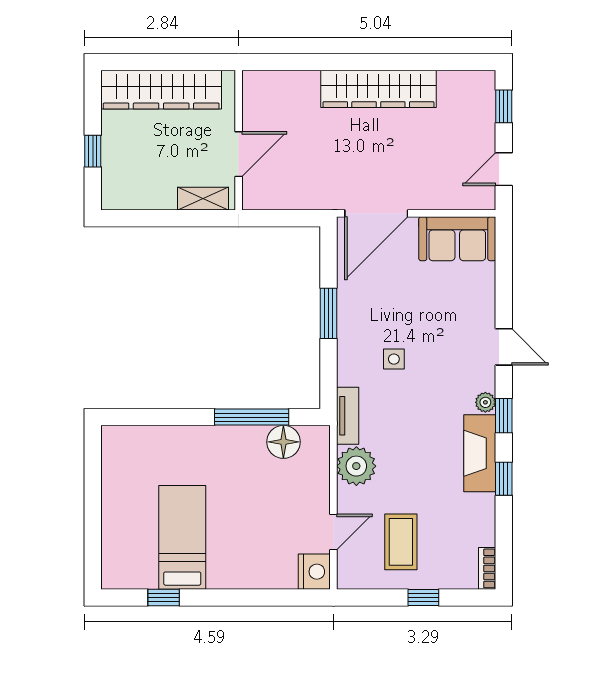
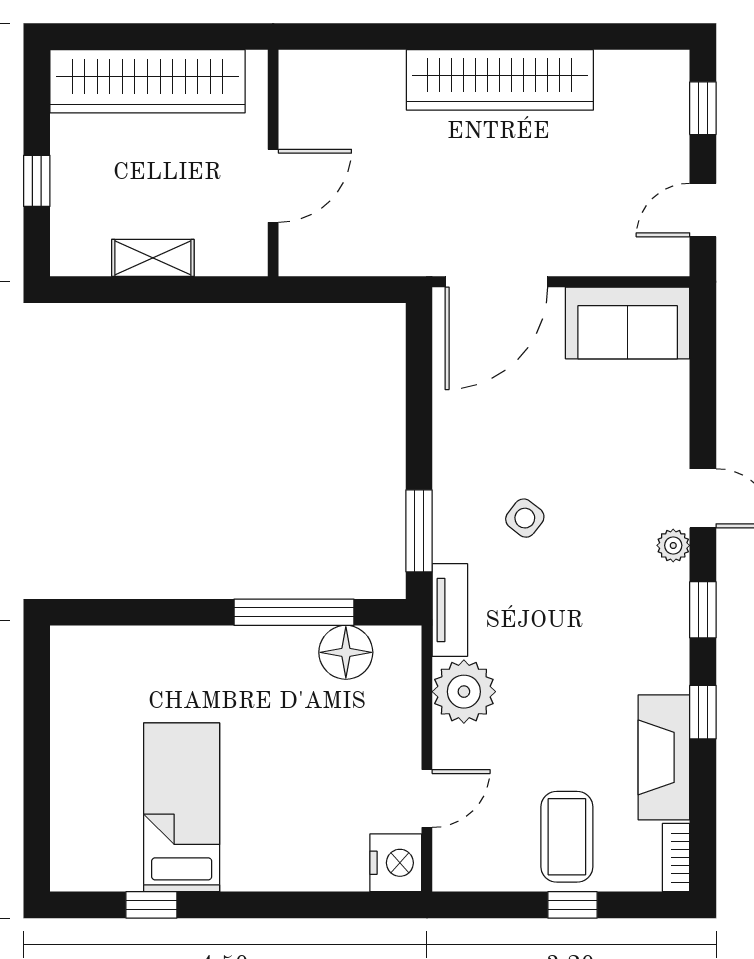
shelving: (203, 199) -> (153, 258), moved
window: (329, 313) -> (419, 531), moved
side table: (394, 359) -> (525, 518), turned 38
plant: (485, 402) -> (673, 545), moved
fireplace: (480, 453) -> (664, 757), moved
coffee table: (401, 542) -> (567, 837), moved

